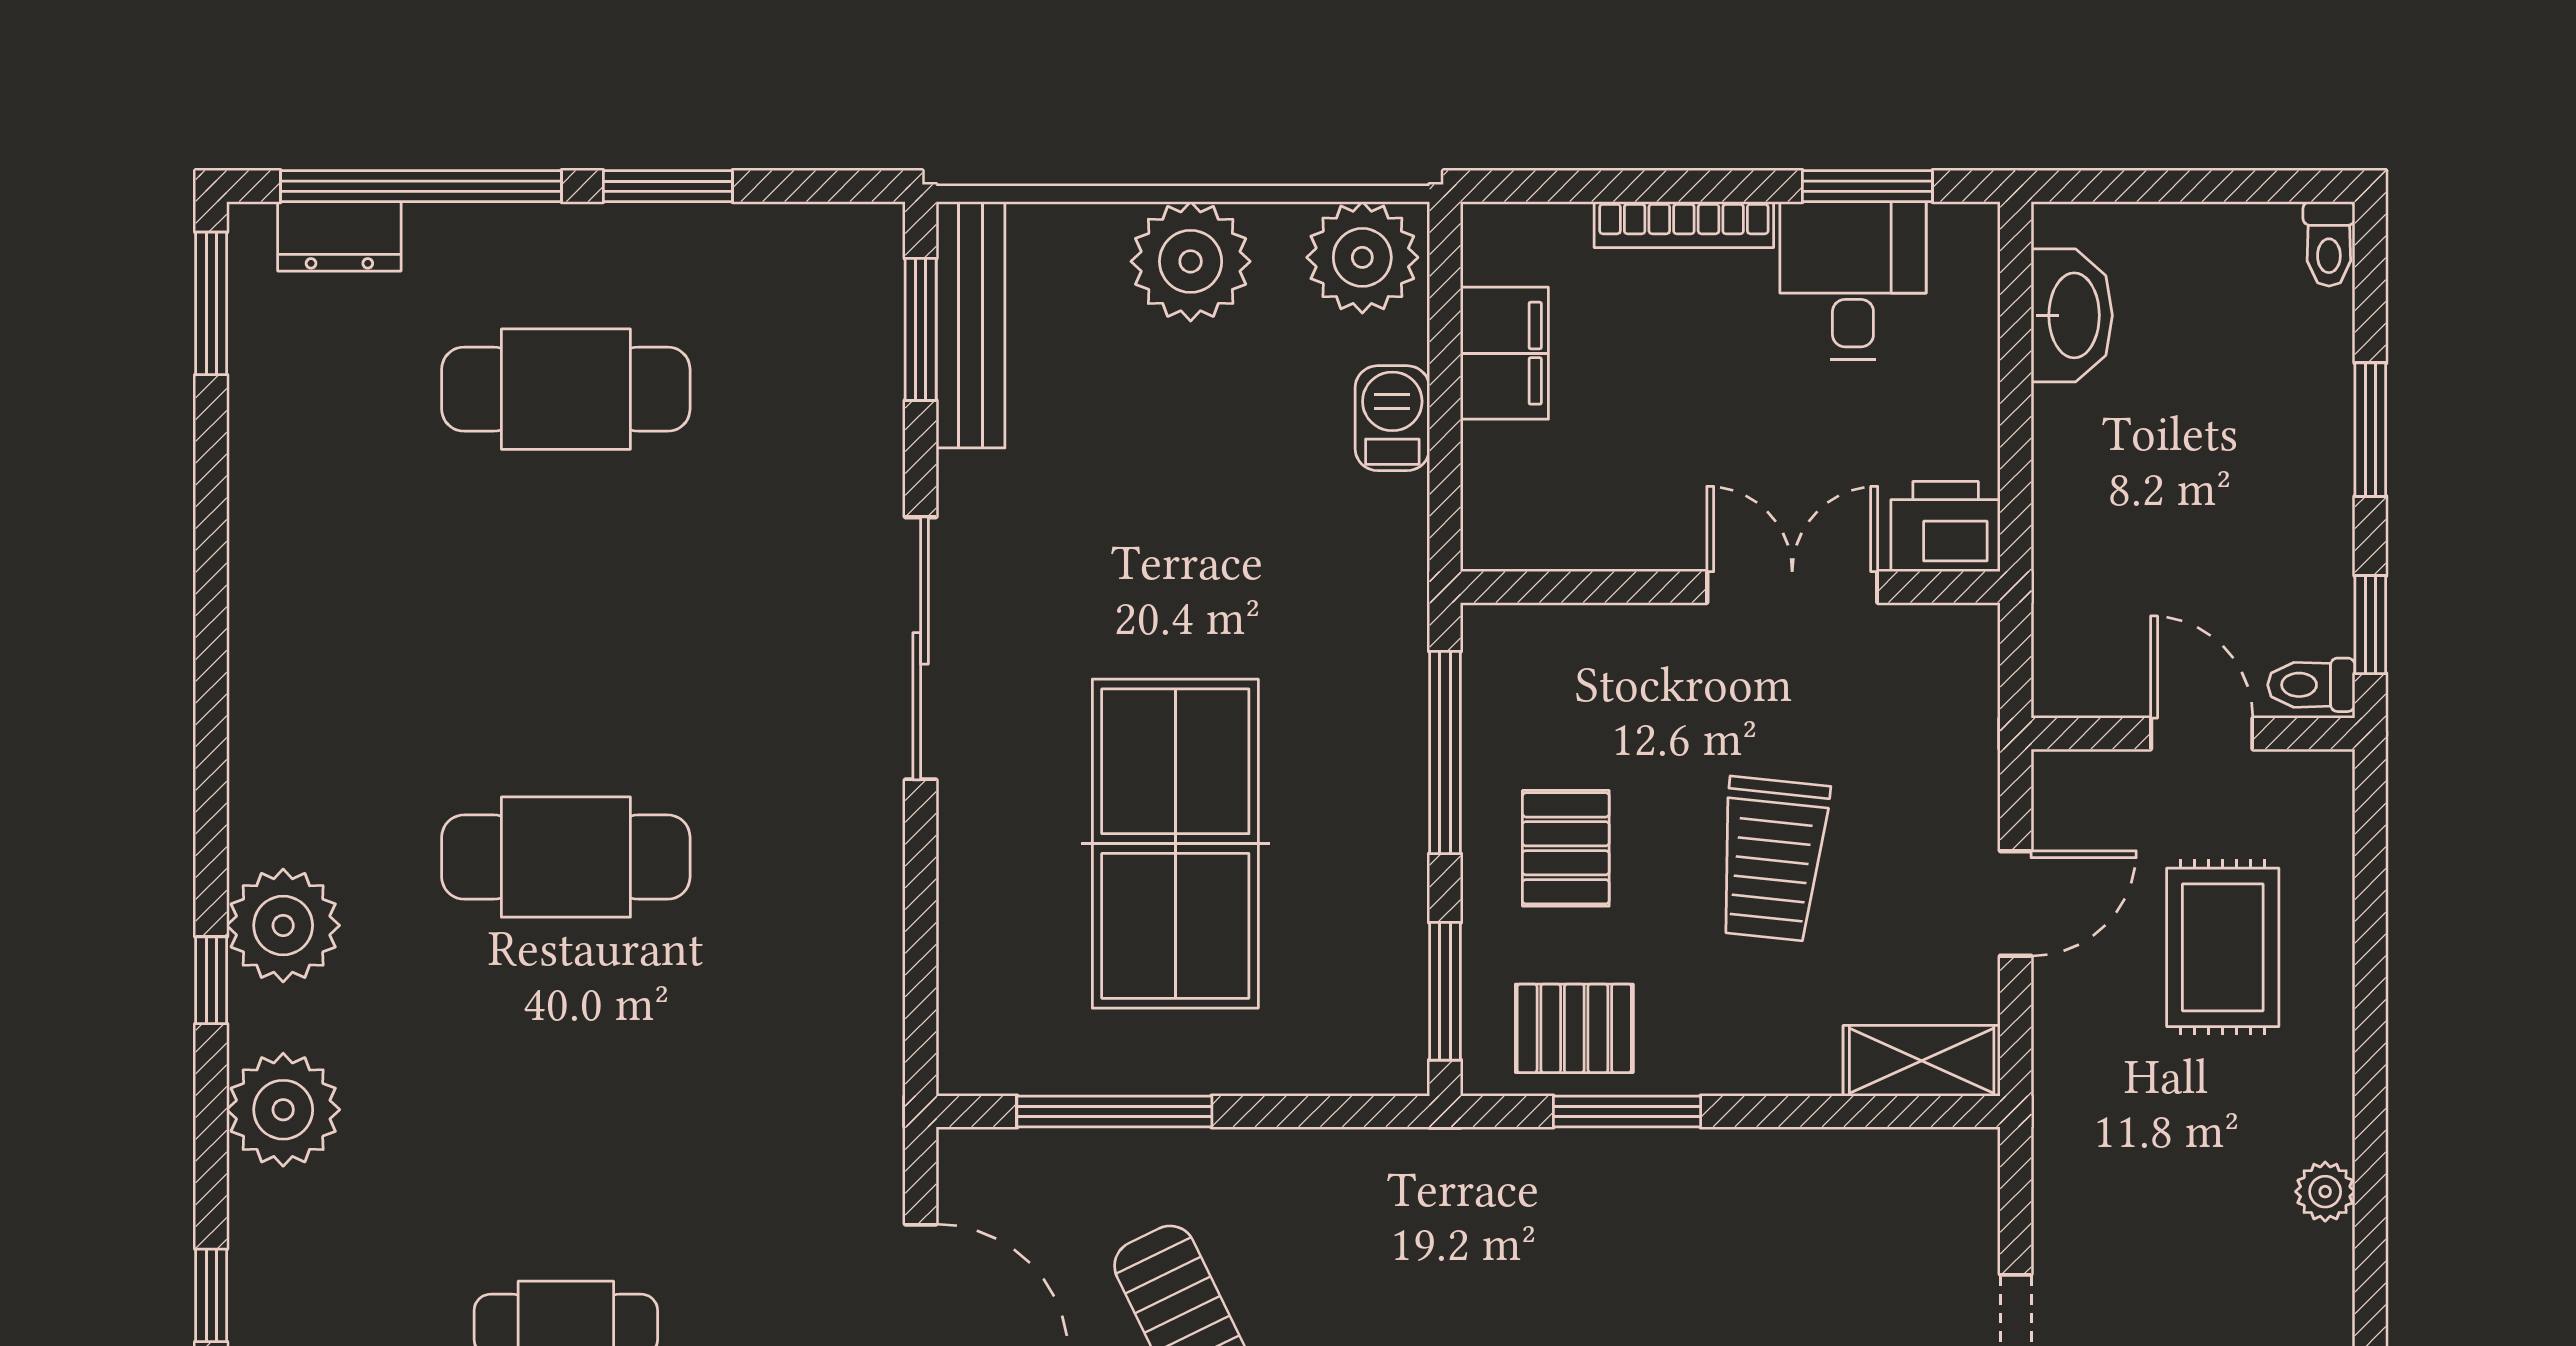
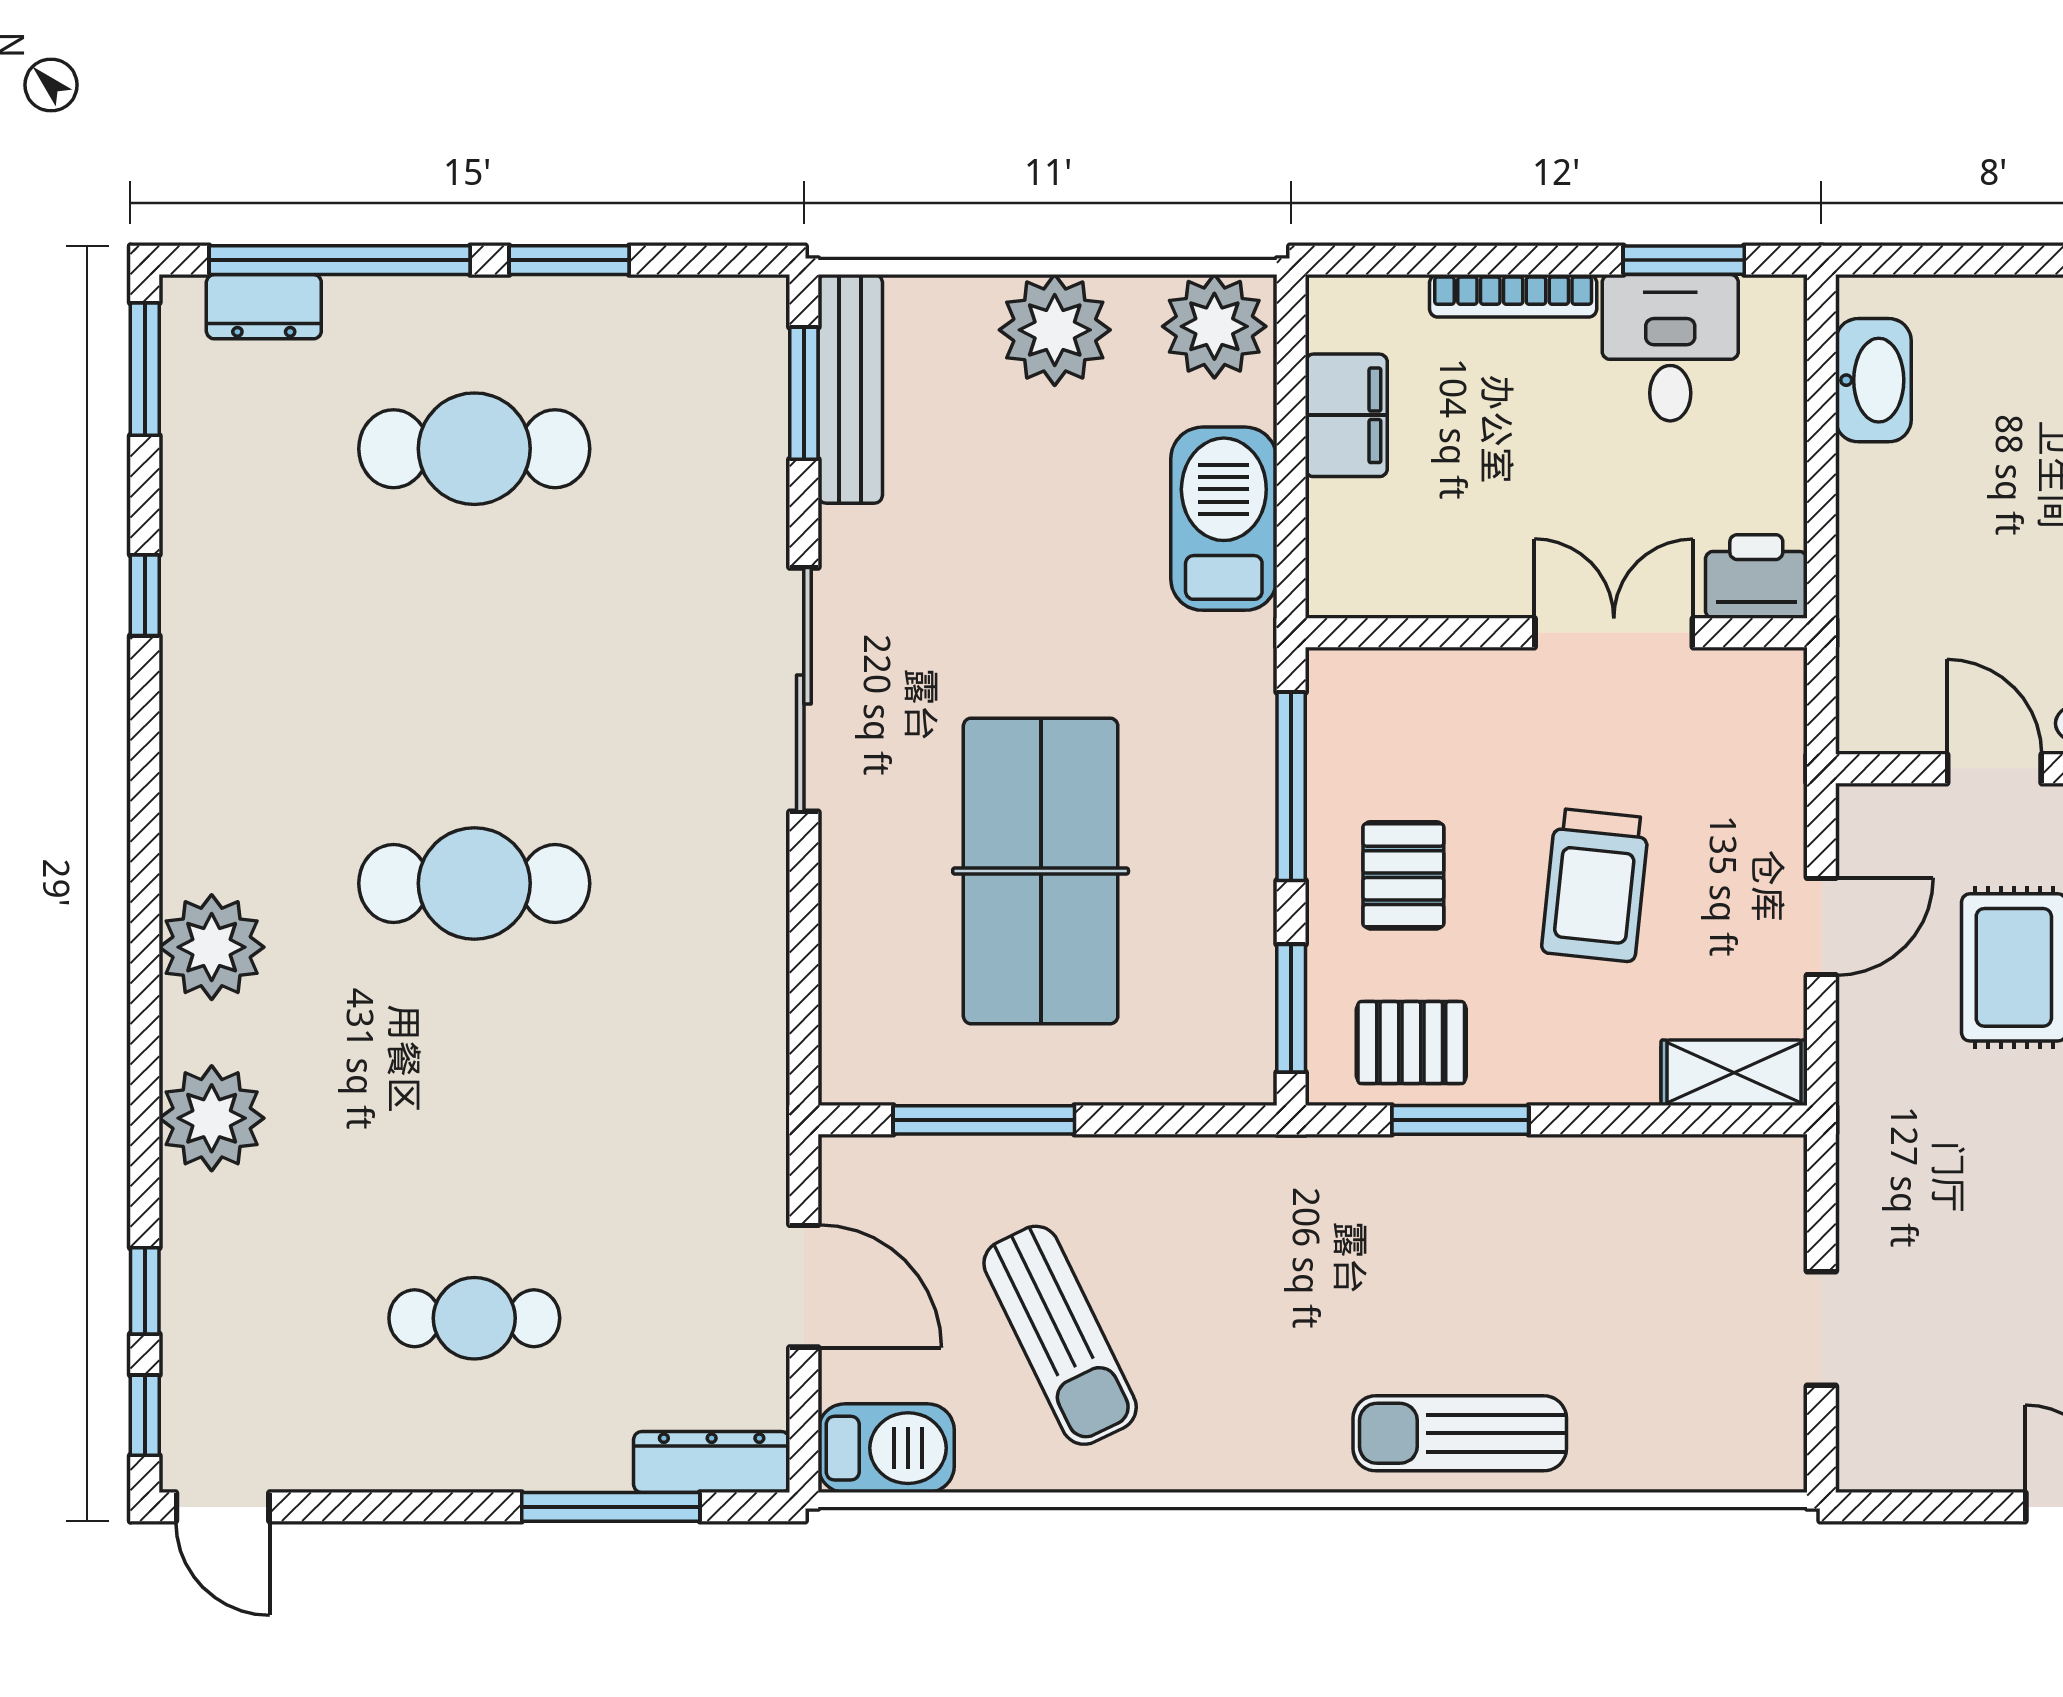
barbecue: (1392, 418) -> (1224, 519), width x1.88, depth x1.53
window: (211, 980) -> (145, 595), moved

